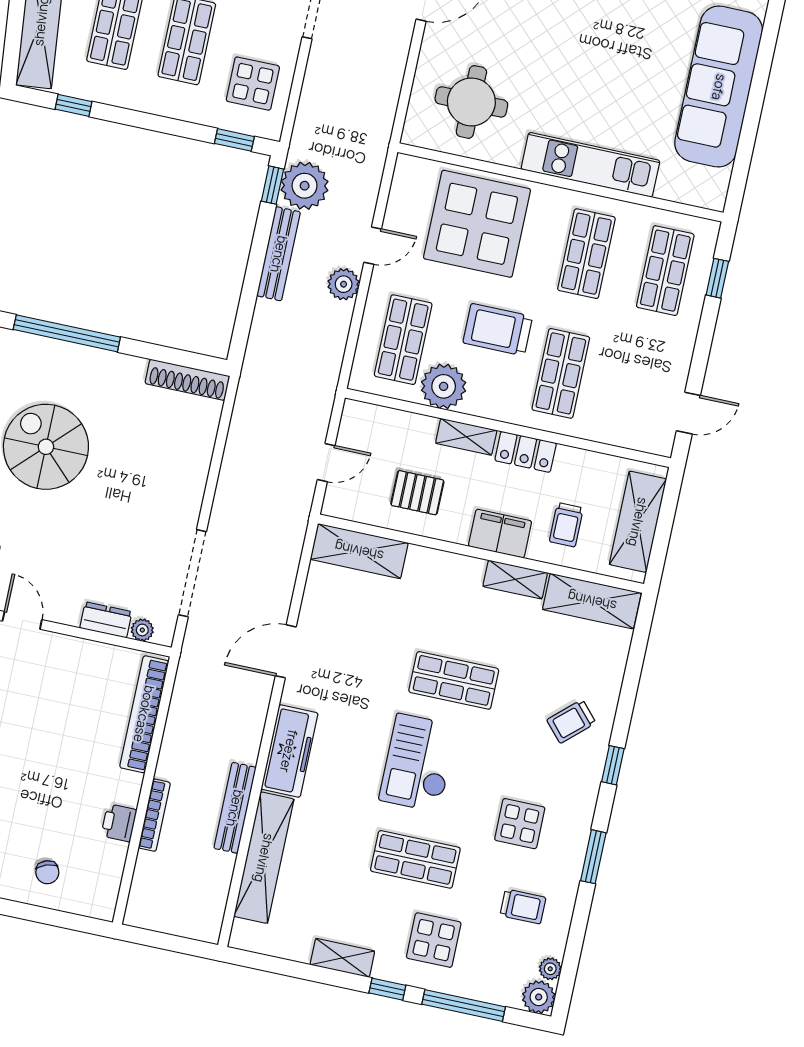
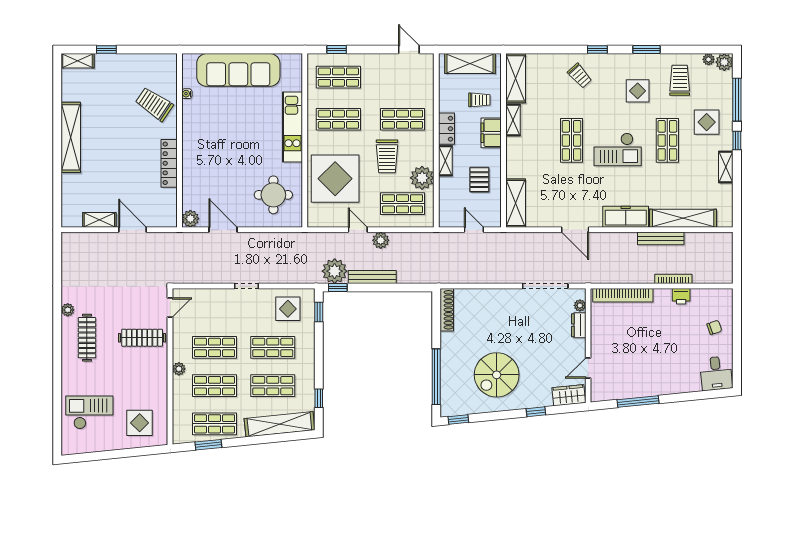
trolley: (523, 906) -> (680, 80), width x1.36, depth x1.39

